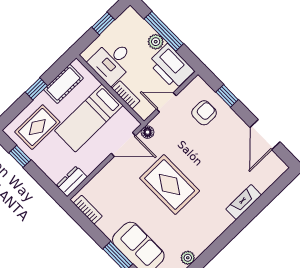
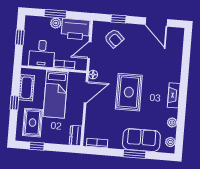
window: (164, 31) -> (55, 14), width x0.69
armchair: (204, 113) -> (114, 38), turned 134
rug: (170, 185) -> (129, 92), turned 90
fireplace: (244, 202) -> (174, 95), moved

